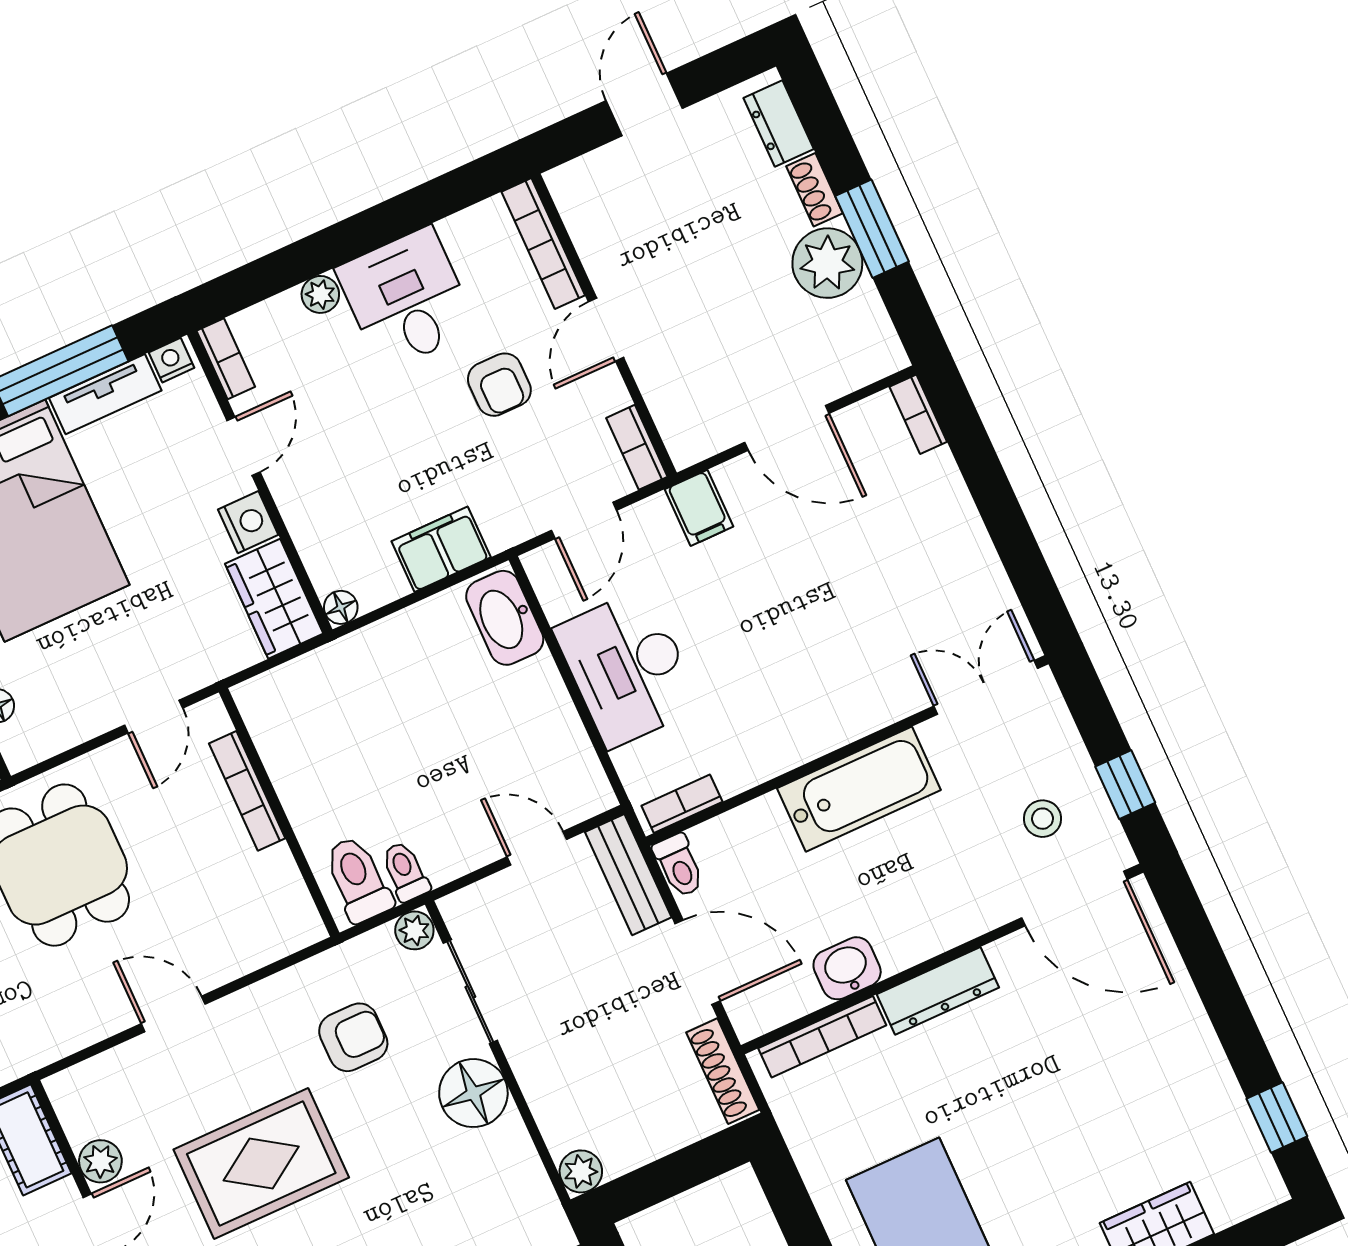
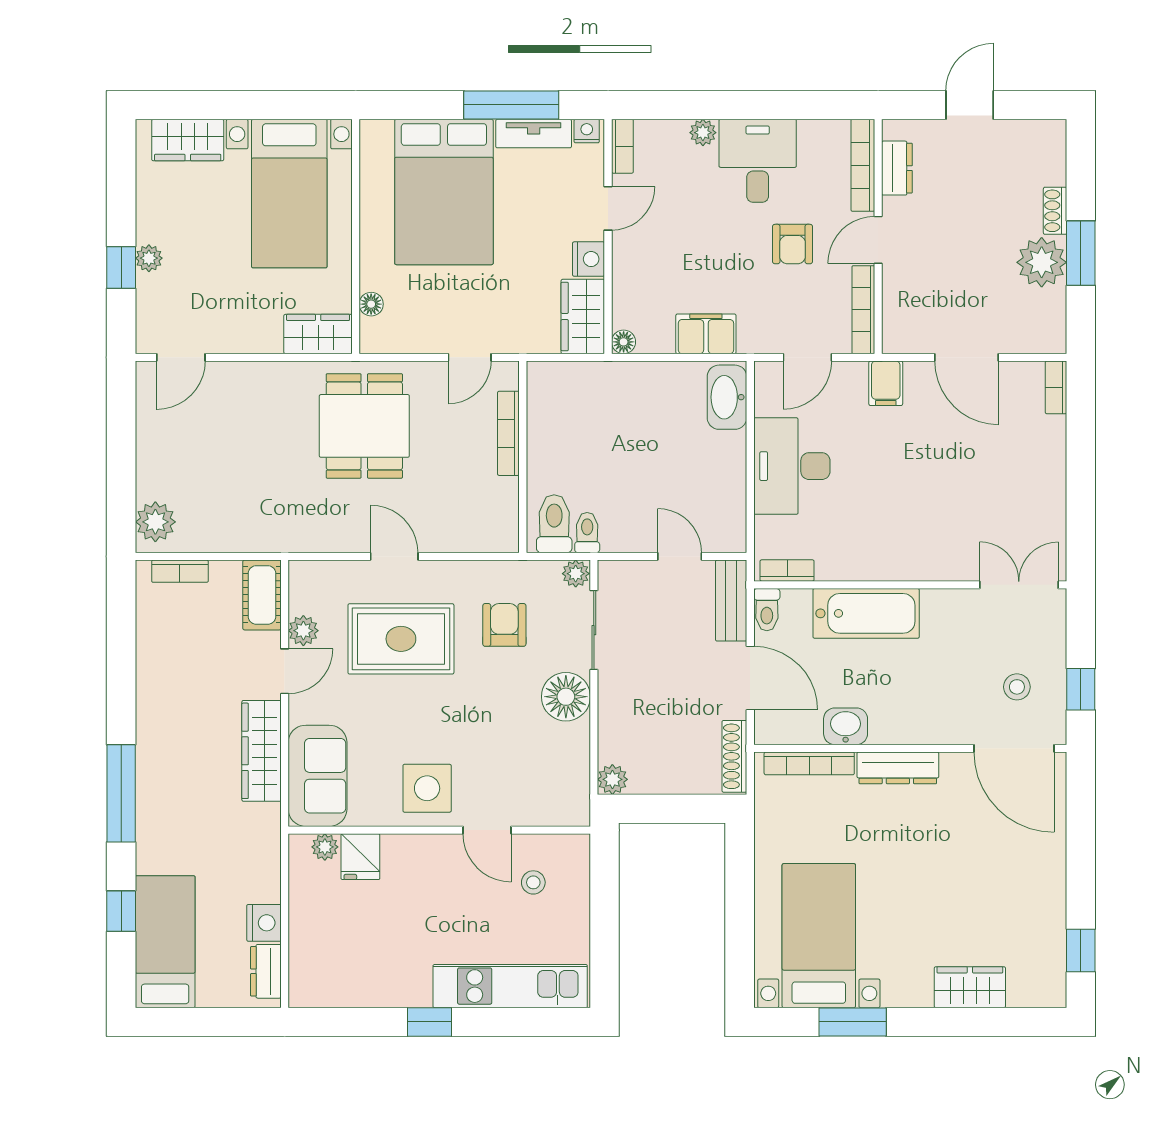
dresser: (779, 123) -> (897, 168), moved, turned 180
bookcase: (637, 447) -> (863, 310), width x1.56
bathtub: (859, 789) -> (866, 613), moved
armchair: (353, 1037) -> (504, 625), turned -90
rug: (261, 1163) -> (401, 639), moved

